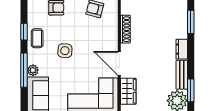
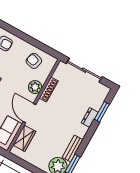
plant: (110, 34) -> (35, 87), added
dresser: (182, 49) -> (90, 118), moved

